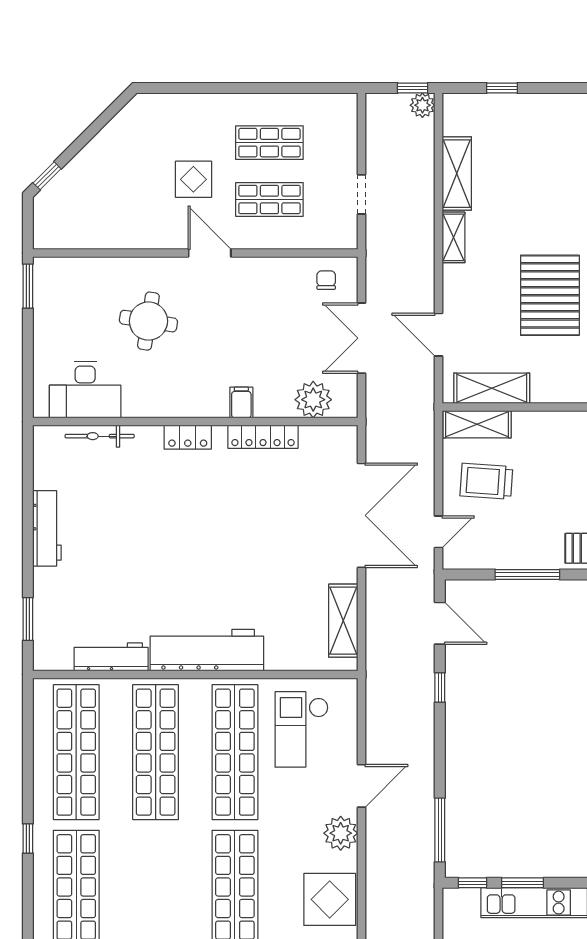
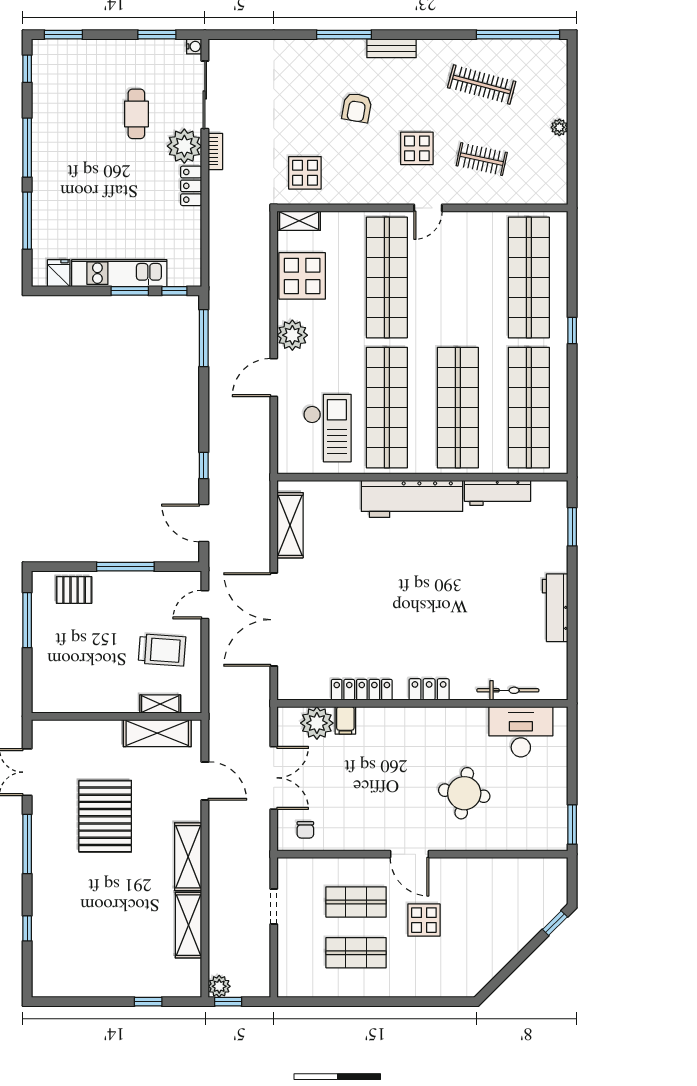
shelving: (453, 237) -> (188, 857), width x1.50, depth x1.33
filing cabinet: (241, 403) -> (345, 720), moved
shelving: (477, 424) -> (160, 704), width x0.67, depth x0.75

